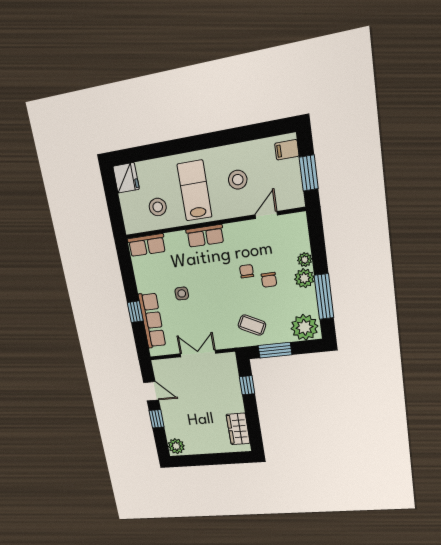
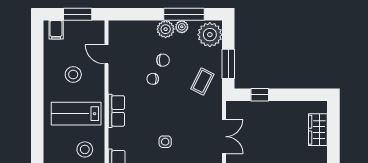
plant: (305, 260) -> (182, 27), moved
double door: (198, 353) -> (224, 137), swing flipped
wardrobe: (238, 429) -> (318, 130), moved, turned 90

